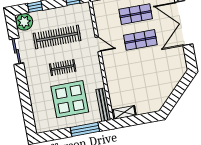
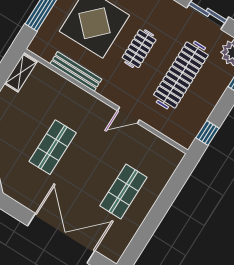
shop shelf: (140, 40) -> (53, 147), moved
bench: (103, 105) -> (76, 72), moved

